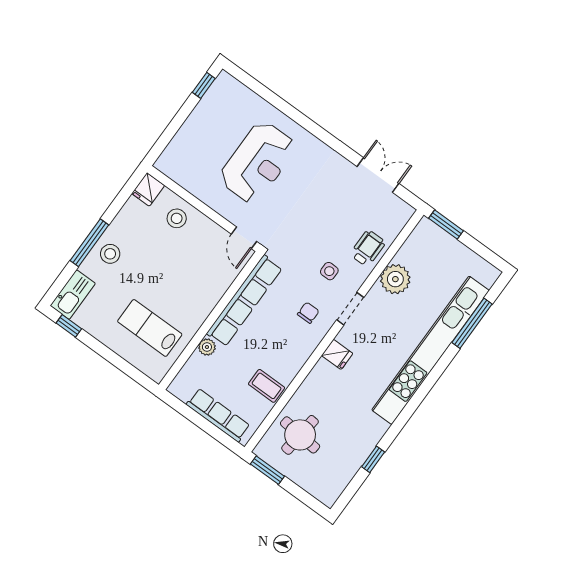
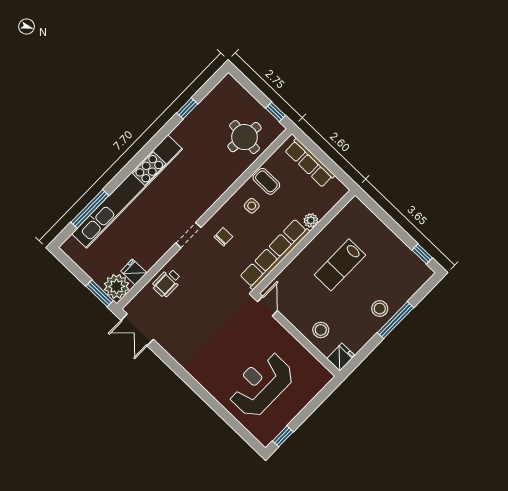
reception desk: (258, 162) -> (261, 384), moved
double door: (378, 175) -> (137, 330), moved
side table: (329, 271) -> (252, 206), moved
plant: (395, 279) -> (117, 286), moved
kitchen sink: (73, 295) -> (415, 279), removed
chair: (308, 313) -> (223, 237), turned 180
lab bench: (150, 328) -> (340, 265), moved, turned 90
fridge: (337, 354) -> (134, 272), moved
window: (267, 470) -> (276, 112), width x0.67

